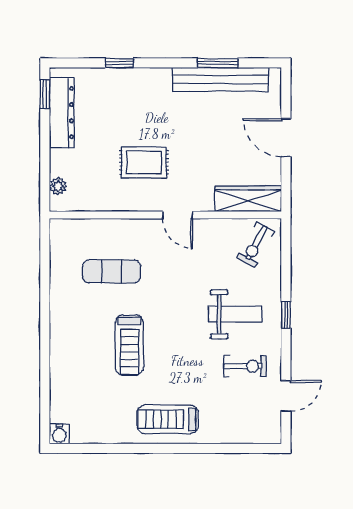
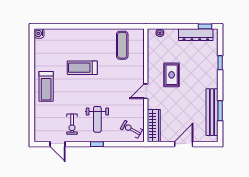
exercise mat: (112, 271) -> (122, 45), moved
treadmill: (168, 419) -> (46, 86), turned 180

